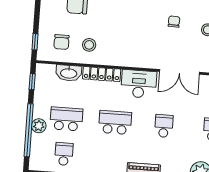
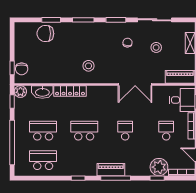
chair: (62, 42) -> (22, 69), moved
stool: (89, 45) -> (88, 66), moved
desk: (139, 84) -> (102, 97), removed
plant: (39, 126) -> (20, 92), moved
school desk: (64, 154) -> (43, 160), width x1.85

